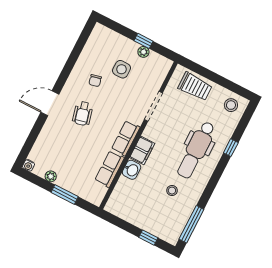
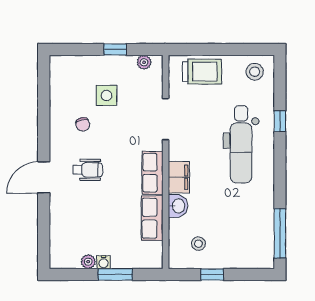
plant: (143, 52) -> (144, 62), moved
wheelchair: (83, 113) -> (88, 170), turned -76
water cooler: (29, 165) -> (104, 262), moved
stool: (172, 191) -> (198, 244), moved
window: (148, 238) -> (212, 274), moved

